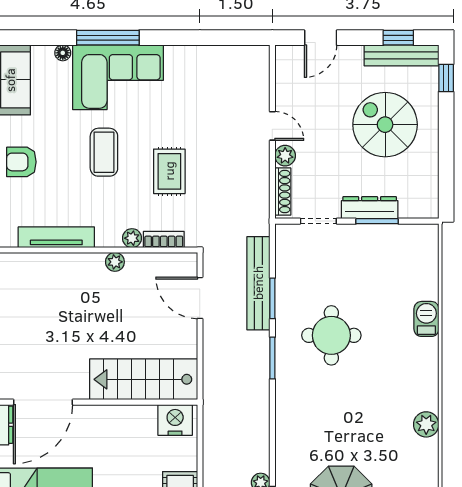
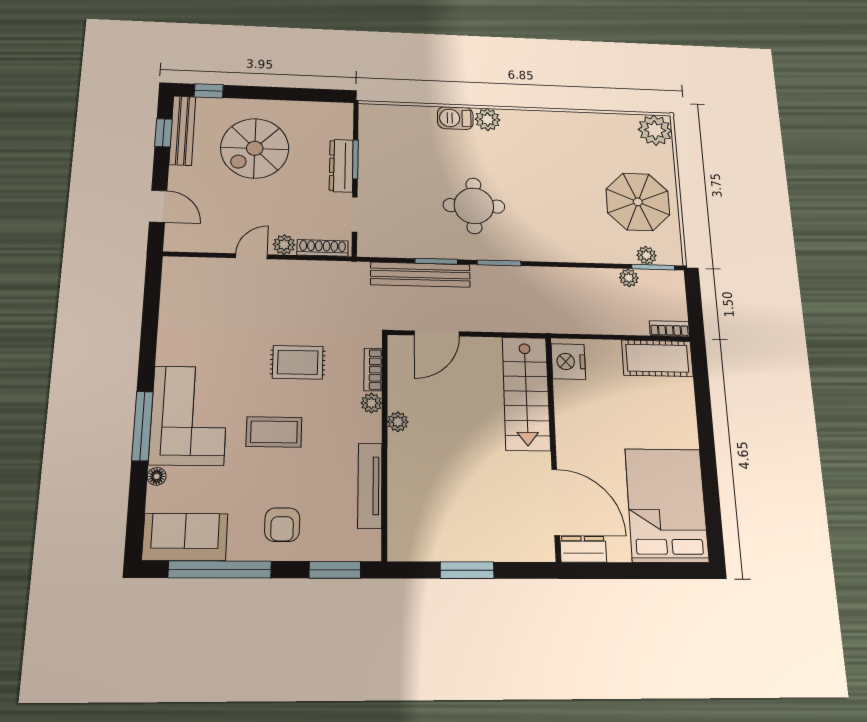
plant: (426, 424) -> (488, 120), moved

